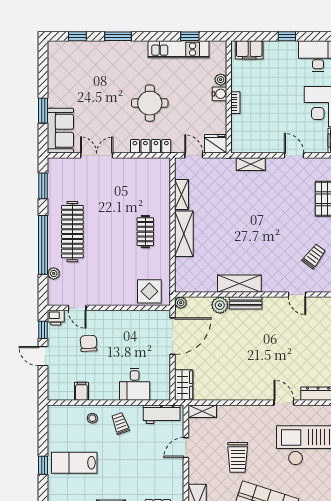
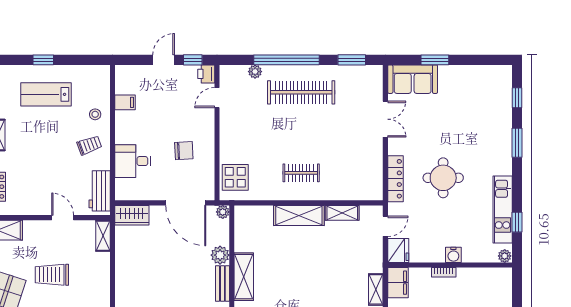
filing cabinet: (249, 50) -> (398, 283), moved, turned 180
plant: (221, 80) -> (505, 256), moved
chair: (89, 343) -> (184, 151), moved
lab bench: (74, 463) -> (46, 94), turned -90

